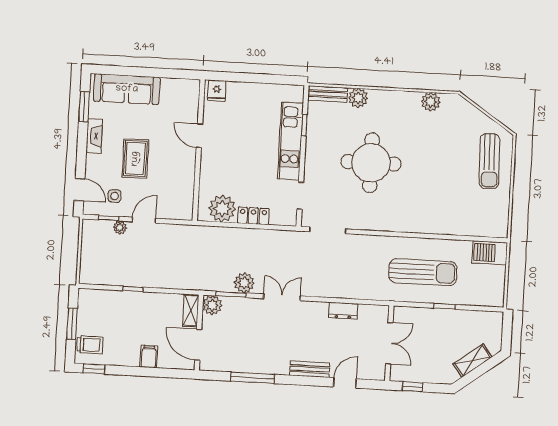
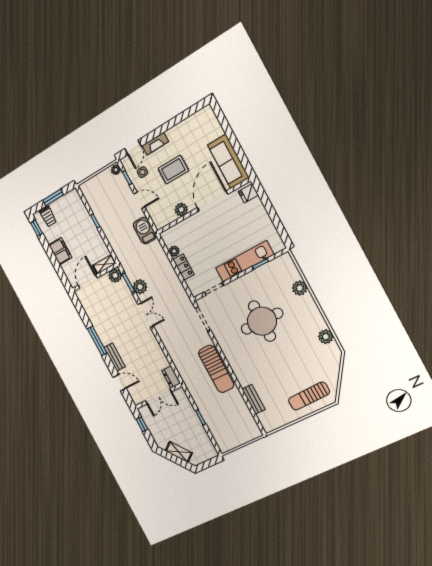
sofa: (127, 89) -> (228, 161), moved
bench: (328, 94) -> (254, 399), moved
window: (84, 107) -> (186, 114), removed
fireplace: (94, 136) -> (155, 144), moved
door: (199, 136) -> (213, 201), width x1.87
plant: (186, 177) -> (181, 210), added
plant: (222, 209) -> (174, 251), width x0.53, depth x0.53
plant: (120, 228) -> (116, 170), moved
barbecue: (490, 253) -> (145, 231), moved
sun lounger: (423, 272) -> (216, 369), moved
dresser: (343, 311) -> (171, 377), moved
filing cabinet: (149, 357) -> (60, 251), width x2.00
window: (253, 378) -> (97, 341), moved

